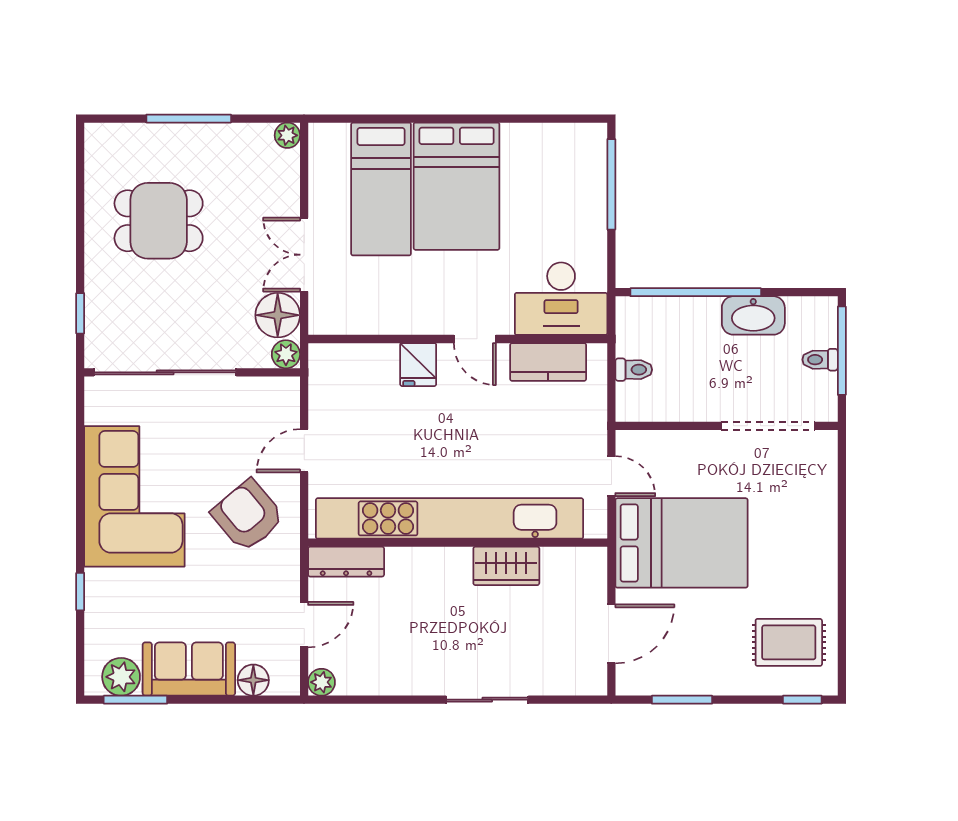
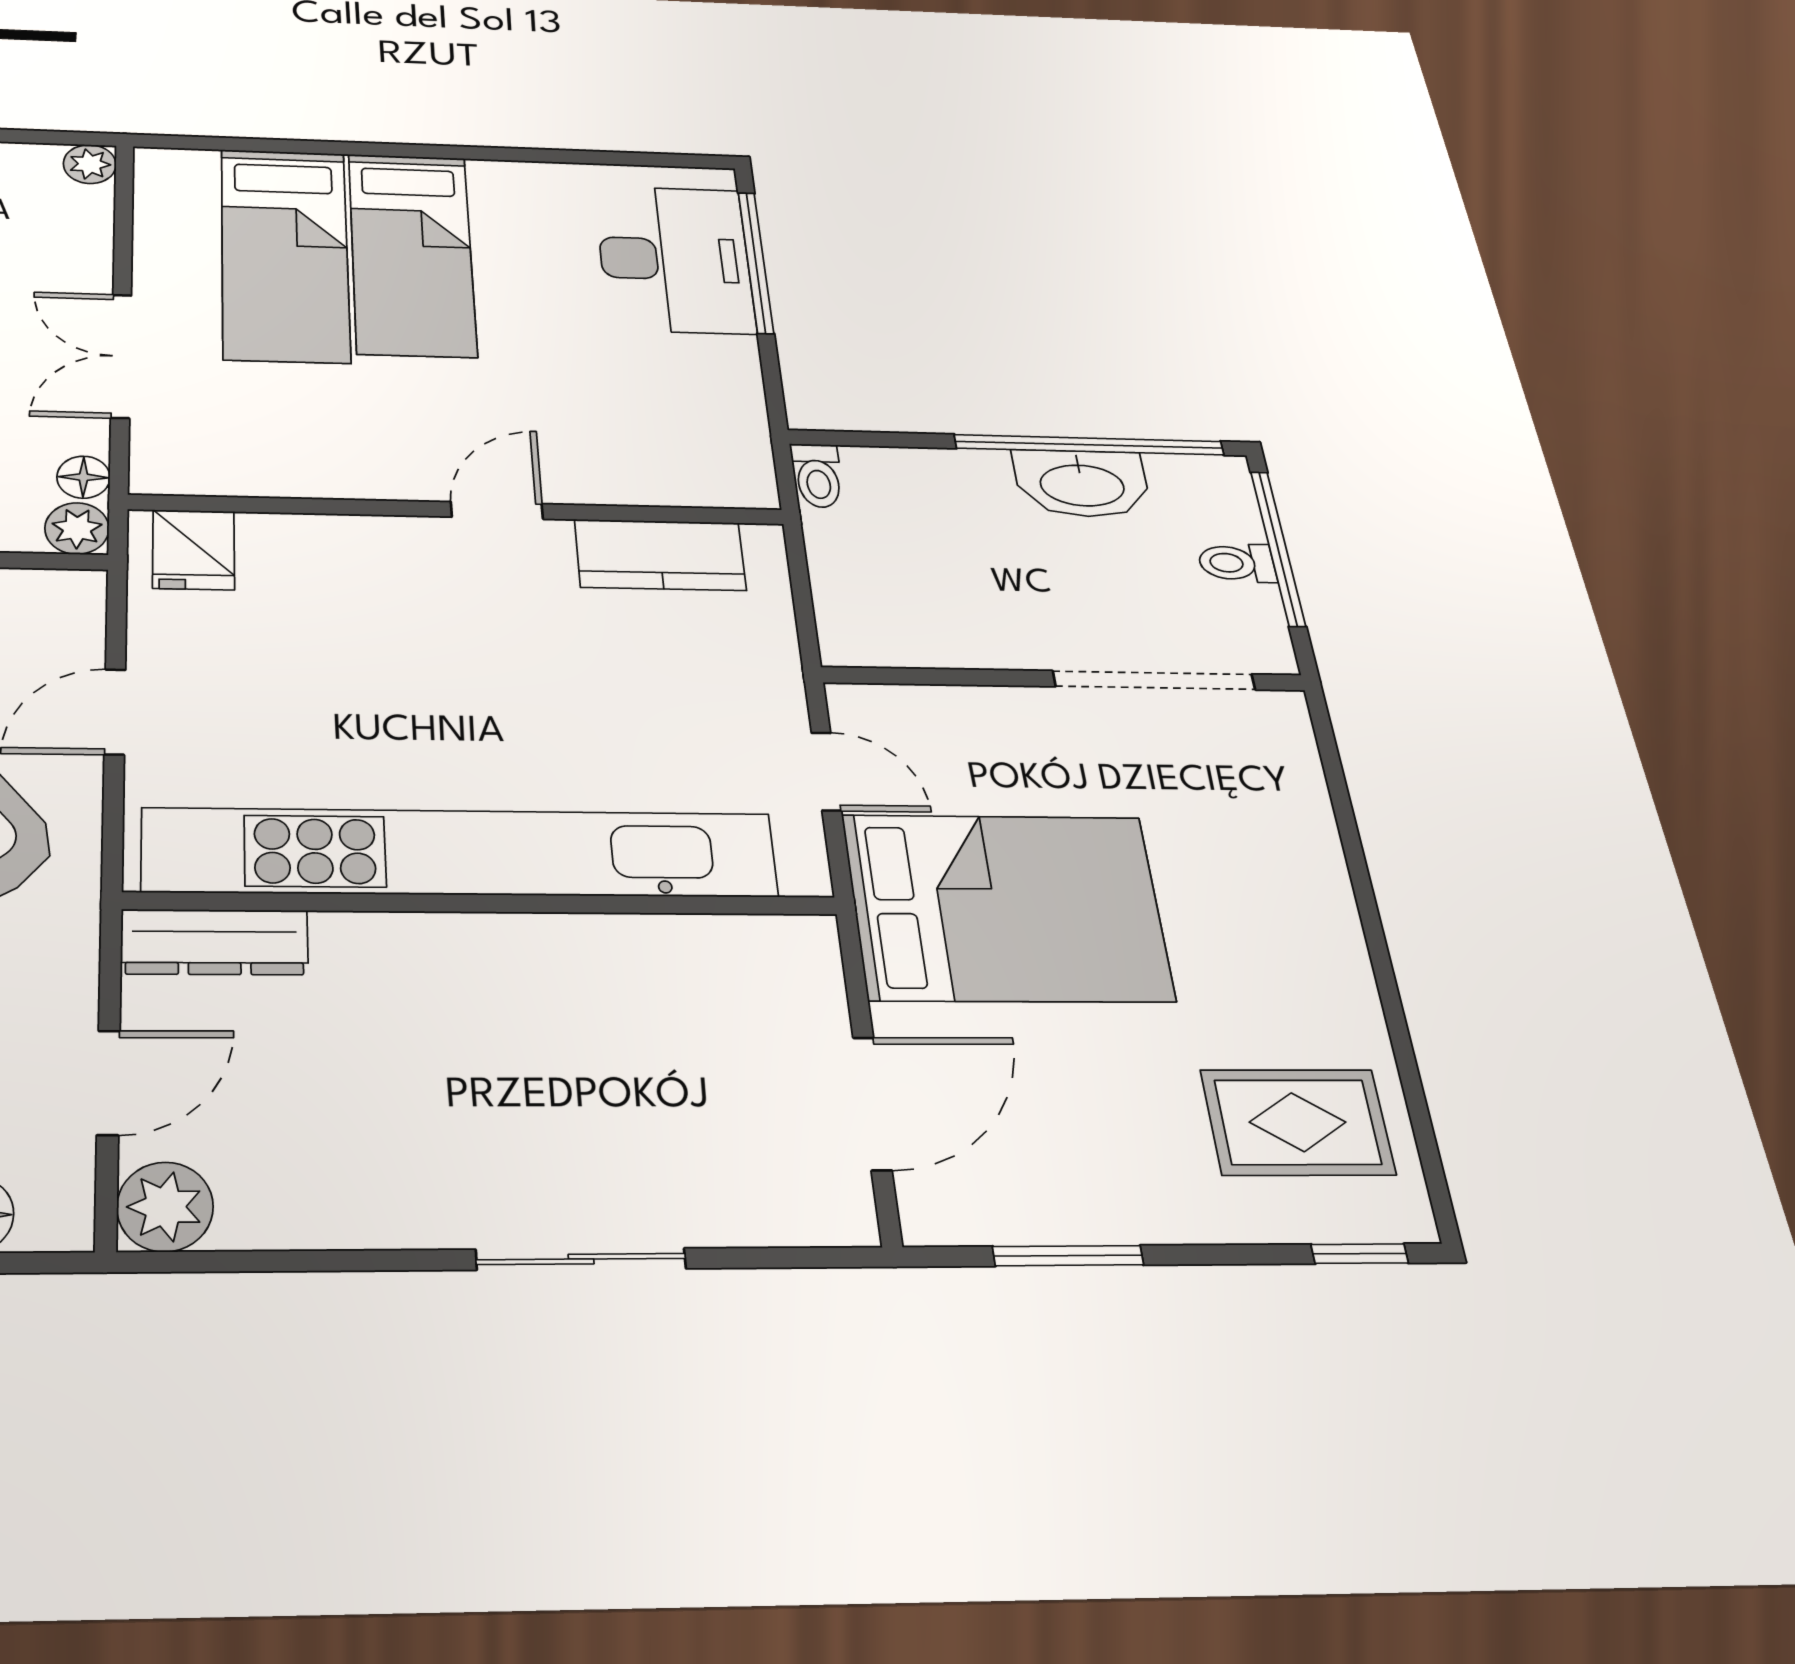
bed: (457, 186) -> (412, 254), width x0.67
window: (696, 292) -> (1089, 445), moved
desk: (561, 299) -> (675, 259), moved, turned -90
floor lamp: (278, 315) -> (83, 477), width x0.53, depth x0.53
door: (475, 339) -> (497, 510), swing flipped
fridge: (418, 365) -> (194, 550), moved
toilet: (634, 370) -> (817, 476), moved, turned 90
wardrobe: (506, 566) -> (603, 953), removed
plant: (321, 682) -> (165, 1207), width x1.38, depth x1.38

